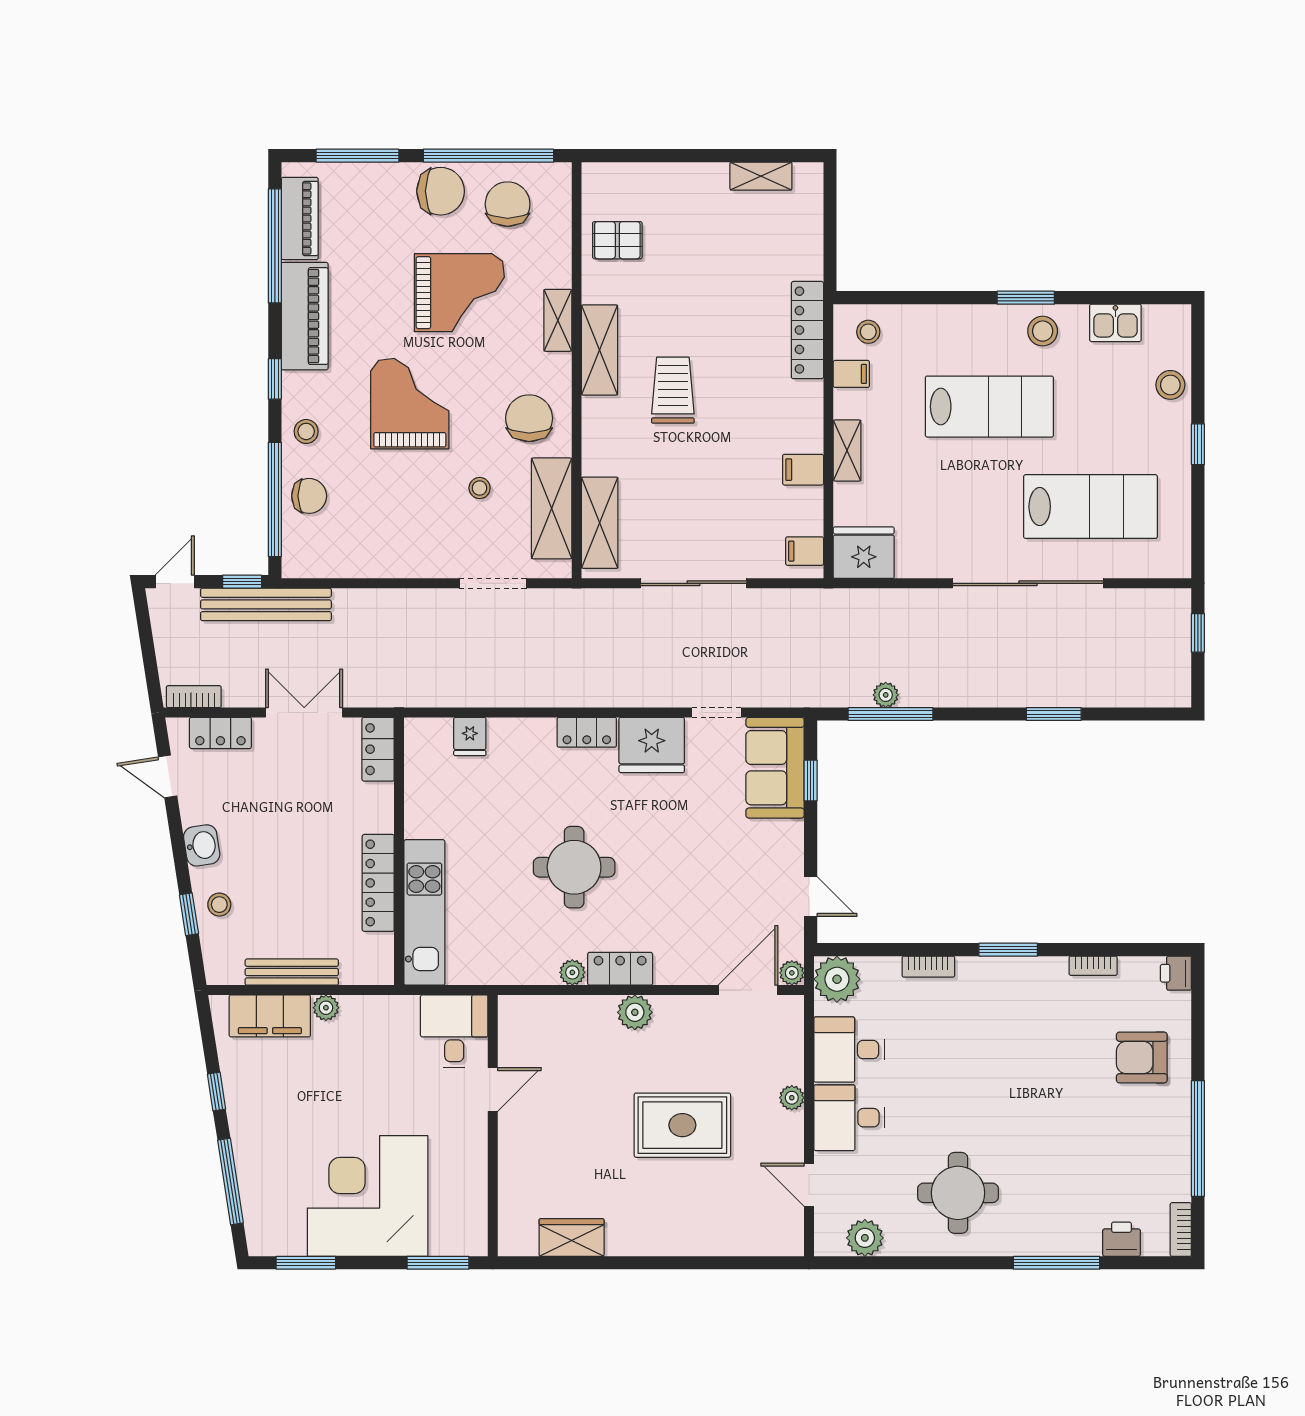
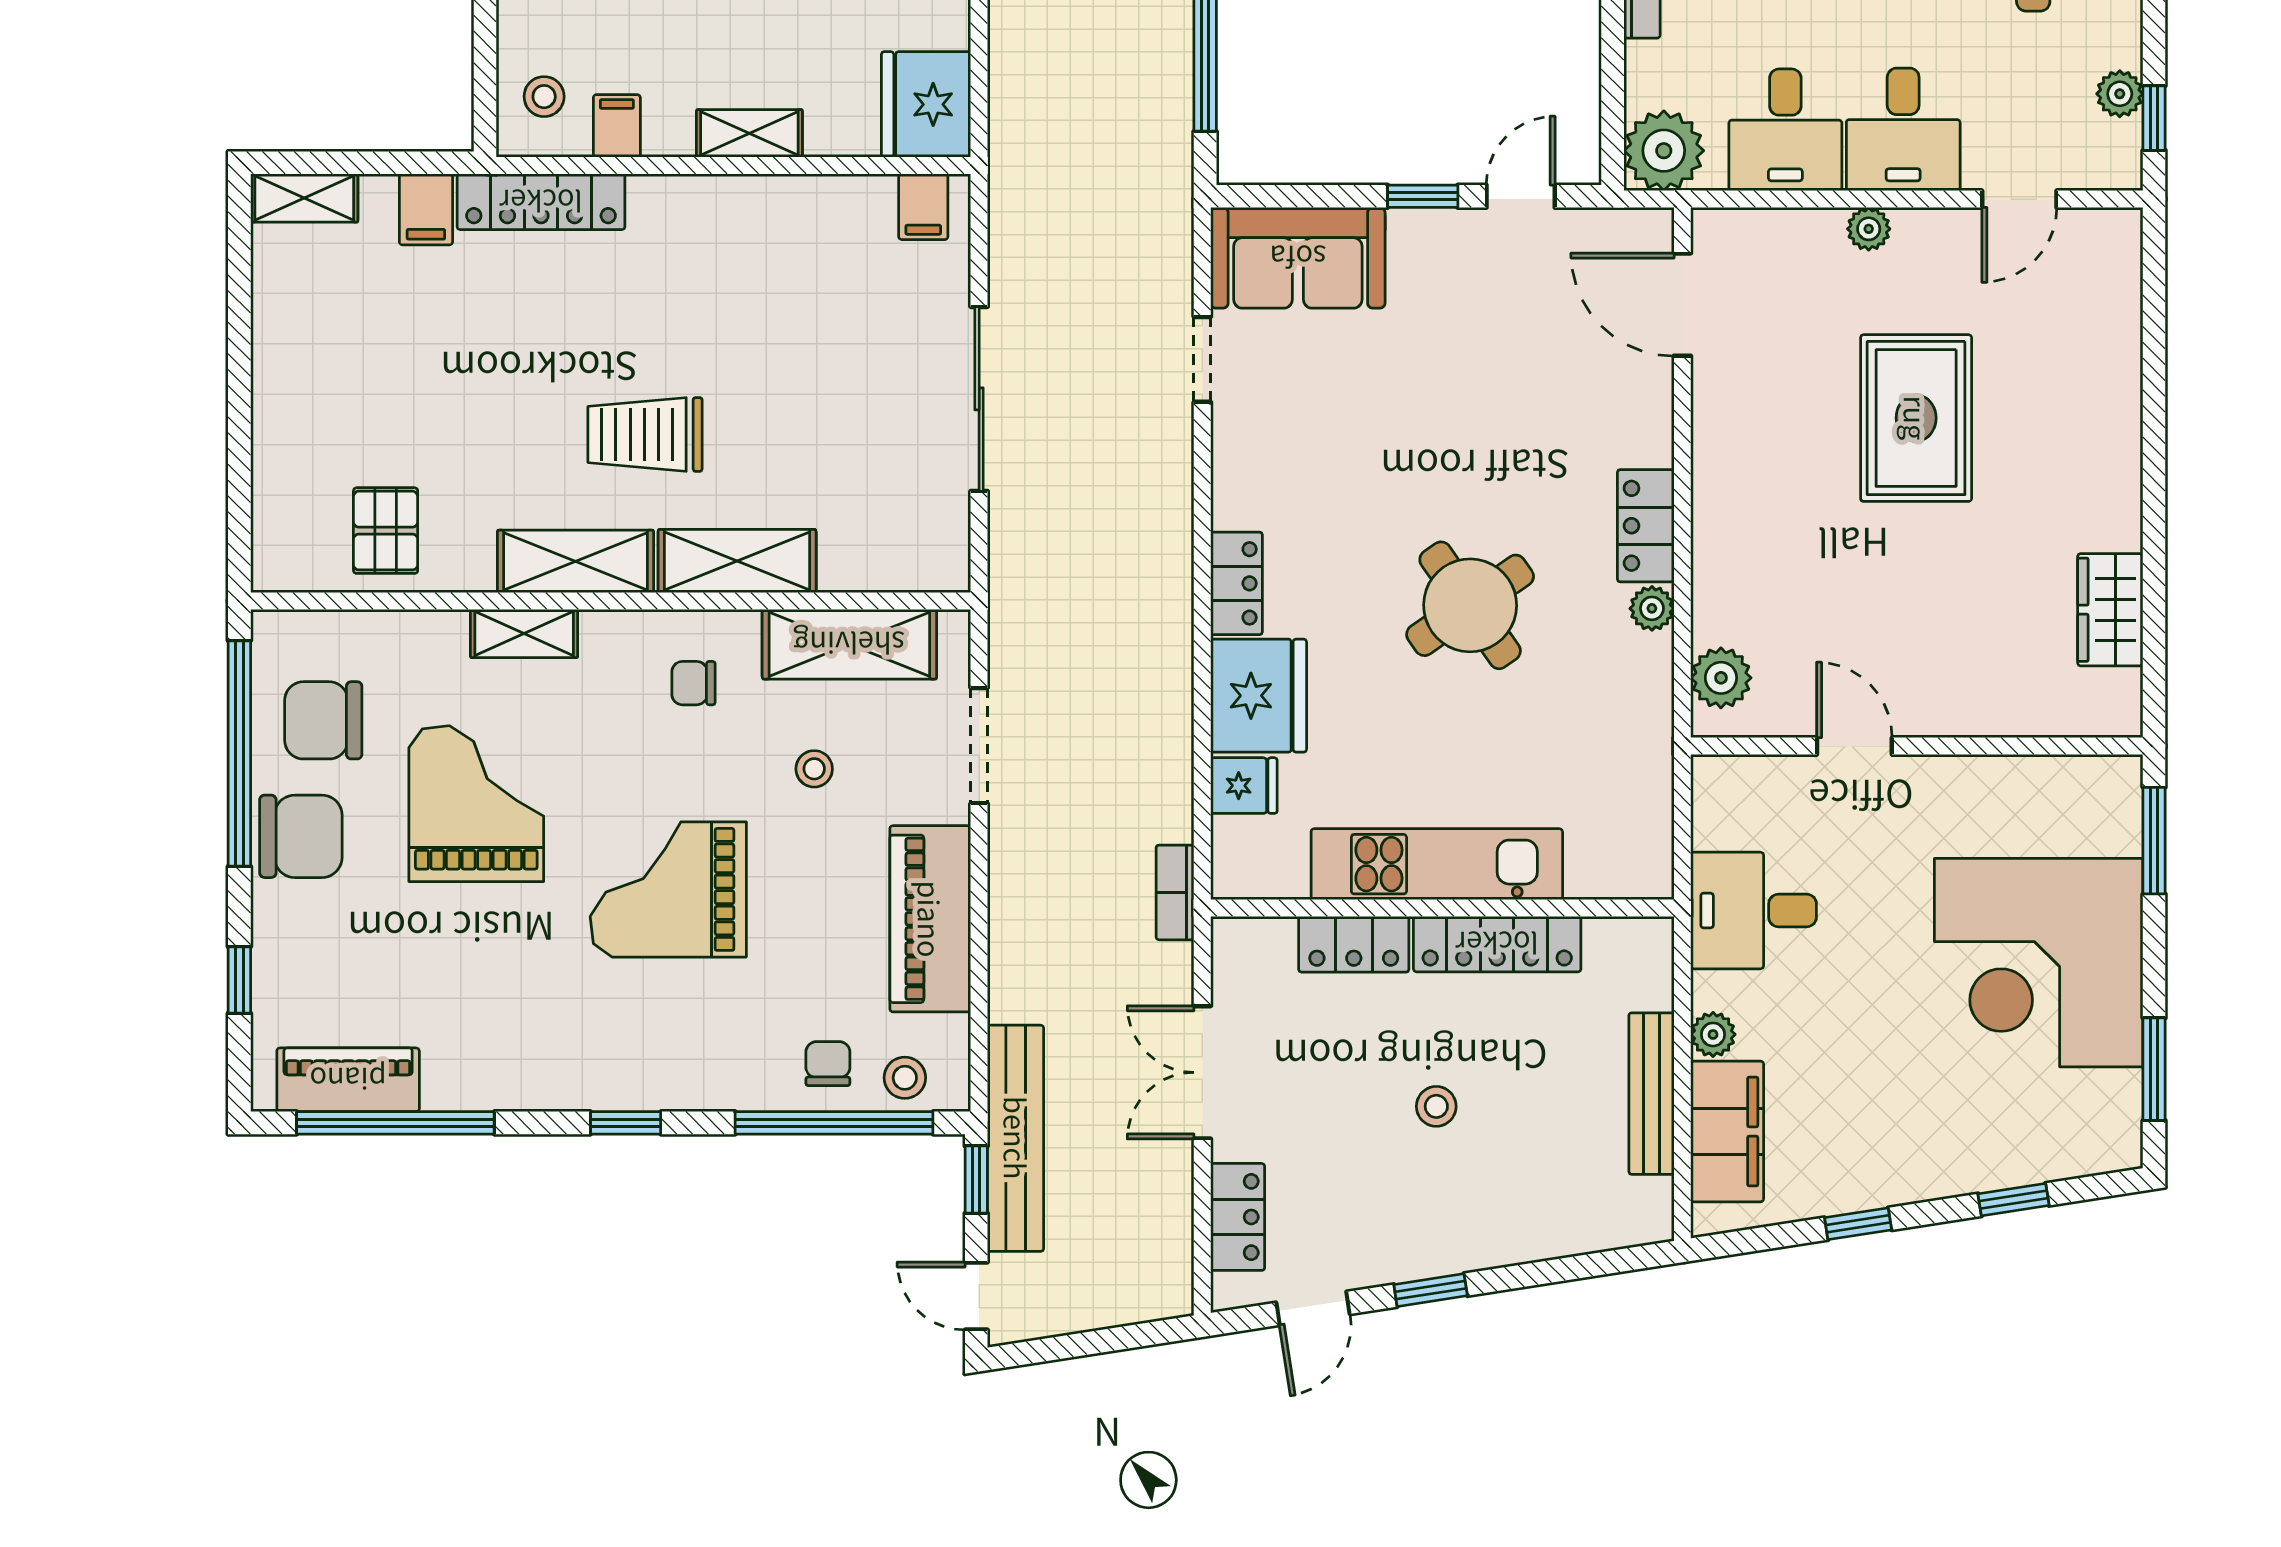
window: (357, 156) -> (239, 980), width x0.46
shelving: (761, 176) -> (304, 198), moved, turned 90
chair: (441, 191) -> (301, 836), turned 90
piano: (305, 316) -> (930, 919), moved, turned -90
chair: (529, 418) -> (693, 683), width x0.54, depth x0.54
stool: (306, 431) -> (905, 1078), moved
filing cabinet: (803, 470) -> (426, 209), moved
chair: (309, 496) -> (828, 1064), width x0.73, depth x0.73
shelving: (600, 523) -> (737, 561), moved
plant: (886, 695) -> (1172, 66), removed
bookcase: (194, 697) -> (1175, 892), moved
fridge: (652, 745) -> (1259, 696), moved
locker: (378, 749) -> (1354, 944), moved
window: (811, 780) -> (1423, 196), moved
washbasin: (202, 845) -> (1432, 1249), removed
round table: (574, 867) -> (1470, 605), turned -35
stool: (219, 905) -> (1436, 1106), moved
kitchen unit: (424, 912) -> (1437, 864), moved
window: (189, 914) -> (1431, 1290), moved
plant: (792, 973) -> (1653, 229), removed
plant: (635, 1012) -> (1721, 678), moved
desk: (454, 1031) -> (1754, 911), moved
window: (230, 1181) -> (2013, 1200), width x0.46
plant: (865, 1238) -> (2120, 94), width x0.73, depth x0.73
window: (856, 1263) -> (2154, 118), added

